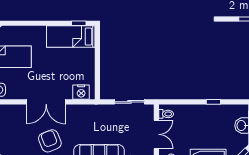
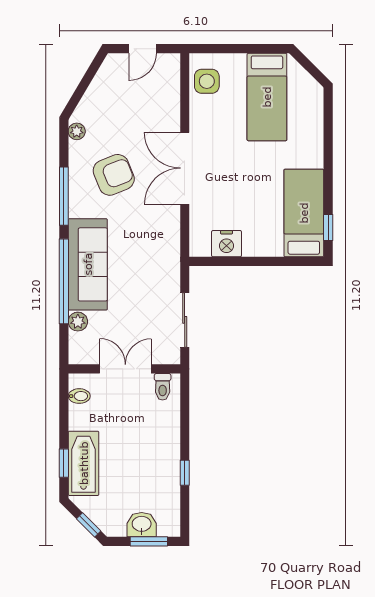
nightstand: (81, 92) -> (227, 244), moved, turned -90
double door: (156, 134) -> (125, 369), swing flipped

